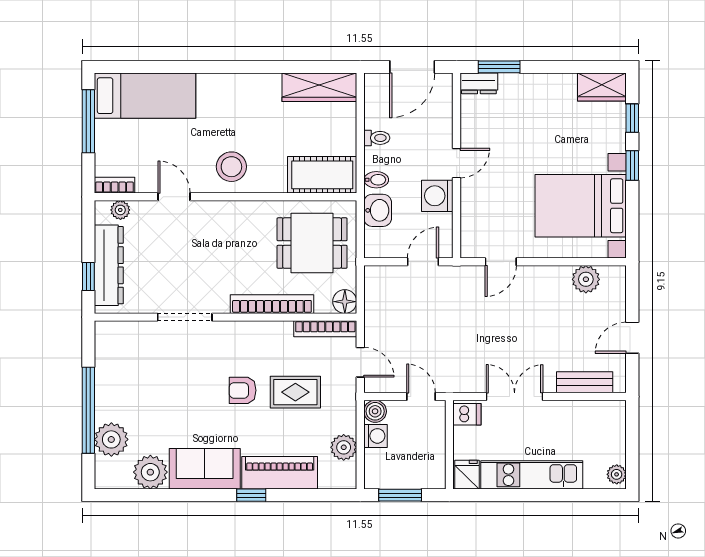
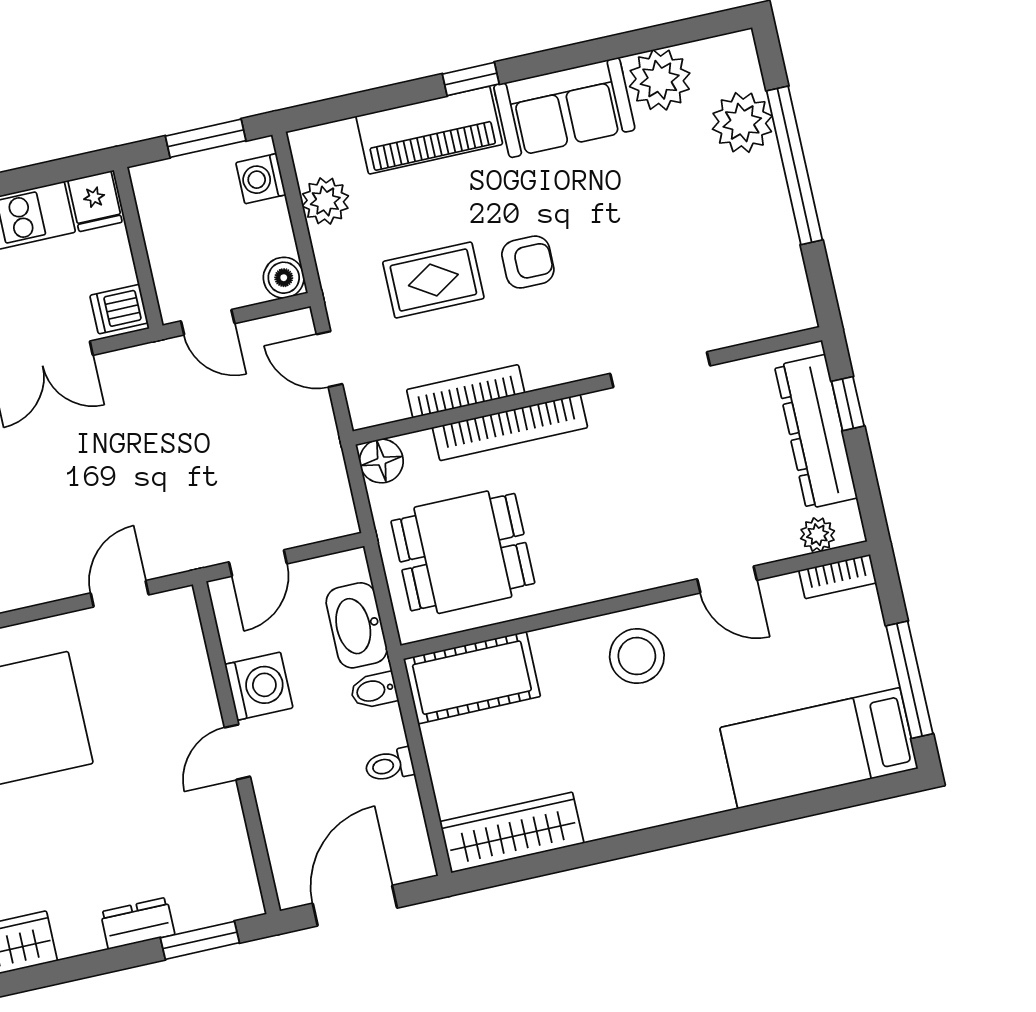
dresser: (479, 83) -> (138, 923), moved
washbasin: (378, 210) -> (357, 625), width x1.38
bookcase: (325, 329) -> (466, 391), moved
washing machine: (376, 436) -> (261, 179), moved

